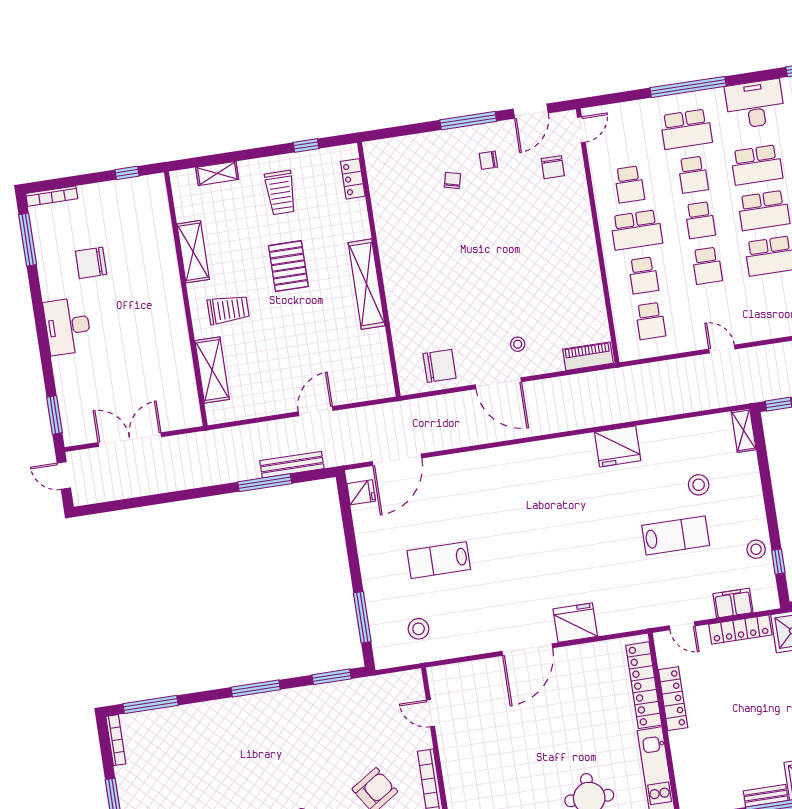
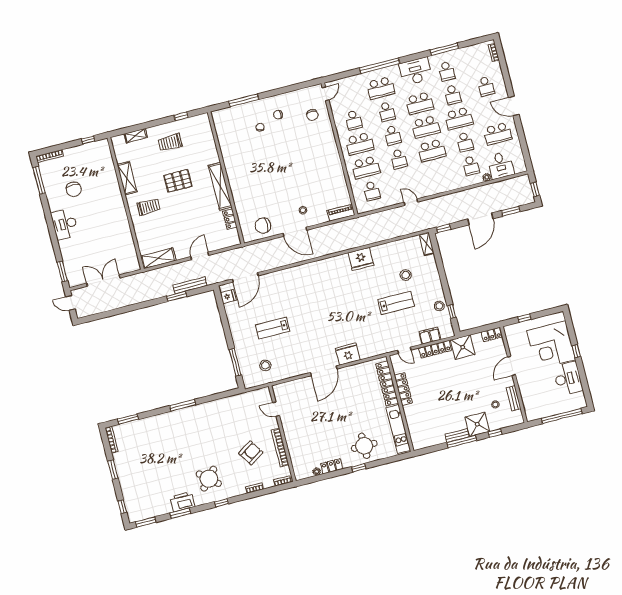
door: (531, 111) -> (298, 87), removed
window: (468, 121) -> (244, 100), moved
locker: (353, 179) -> (230, 219), moved
trolley: (280, 193) -> (170, 142), turned 90
chair: (91, 263) -> (74, 189), turned -90
pallet: (288, 266) -> (178, 181), turned 90
school desk: (643, 275) -> (366, 167), width x1.85
chair: (439, 366) -> (263, 226), turned 180
shelving: (212, 370) -> (158, 258), moved, turned 90
window: (265, 483) -> (177, 296), width x0.69
window: (332, 677) -> (222, 395), removed
window: (151, 705) -> (128, 419), width x0.69

